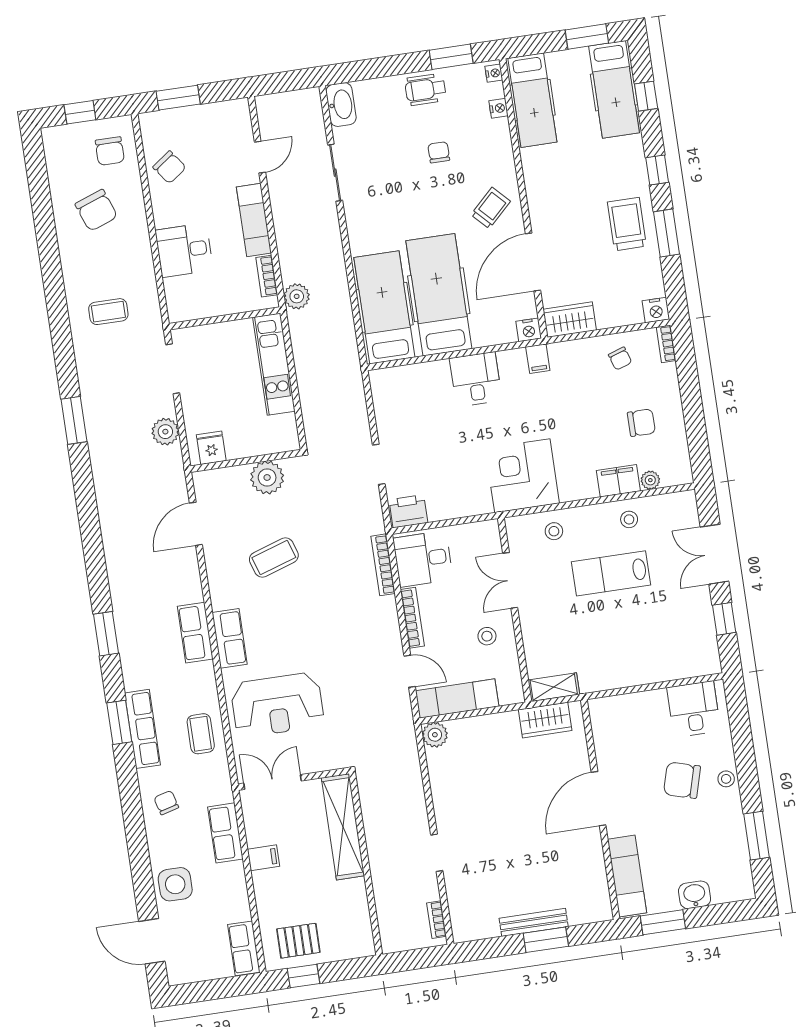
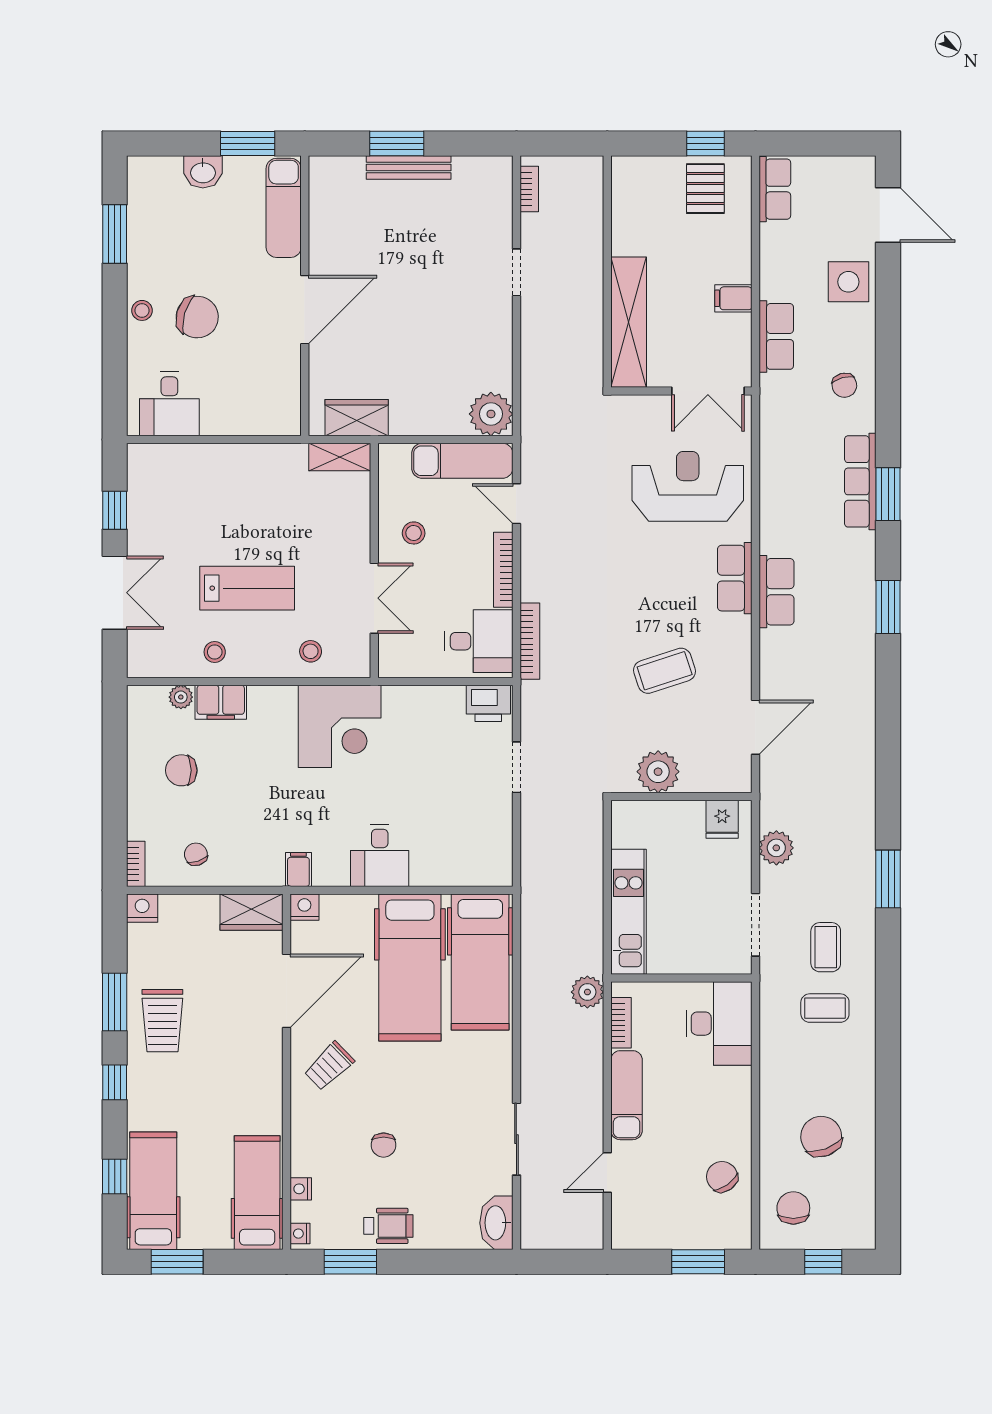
desk: (184, 250) -> (719, 1024), moved, width x1.37
coffee table: (201, 734) -> (826, 947), moved
plant: (435, 735) -> (491, 414), width x1.36, depth x1.36
pallet: (298, 941) -> (705, 189), turned 90

